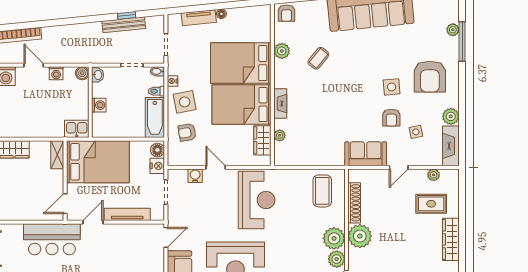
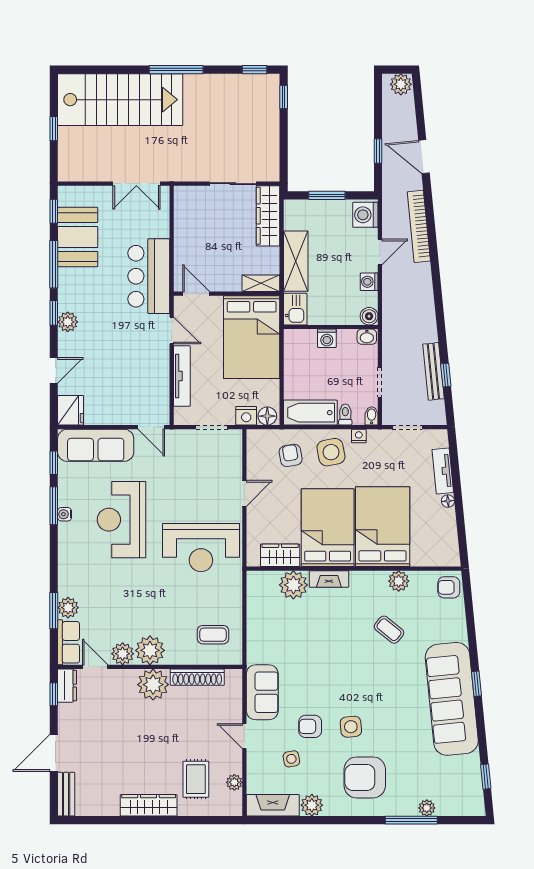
shelving: (41, 129) -> (296, 261), added
plant: (280, 135) -> (293, 585), width x1.88, depth x1.88
water cooler: (195, 176) -> (233, 466), removed
coffee table: (322, 191) -> (213, 635), width x0.73, depth x0.77

